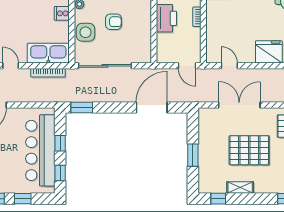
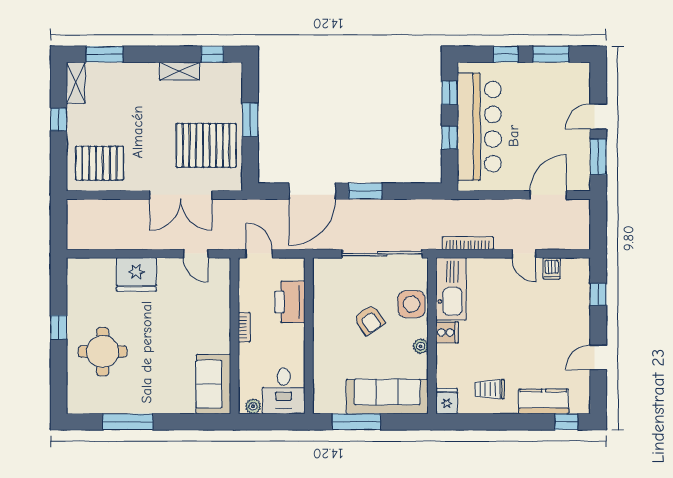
printer: (166, 18) -> (290, 302), moved
armchair: (113, 22) -> (369, 320), turned -124
kitchen sink: (48, 53) -> (451, 289), moved, turned -90
window: (82, 108) -> (365, 191), moved
pallet: (249, 150) -> (206, 145), moved

